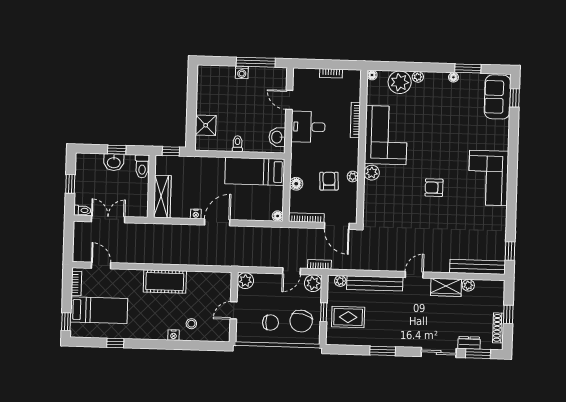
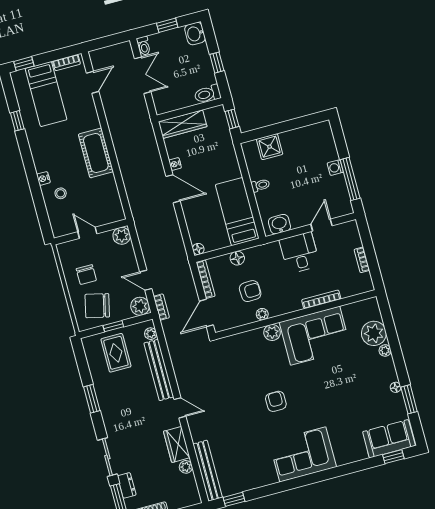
floor lamp: (372, 75) -> (373, 303), removed
washbasin: (114, 162) -> (195, 34), moved

